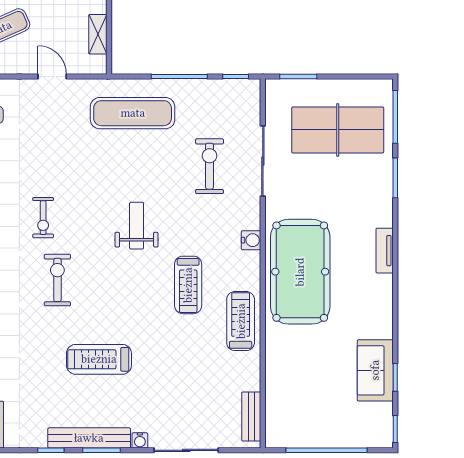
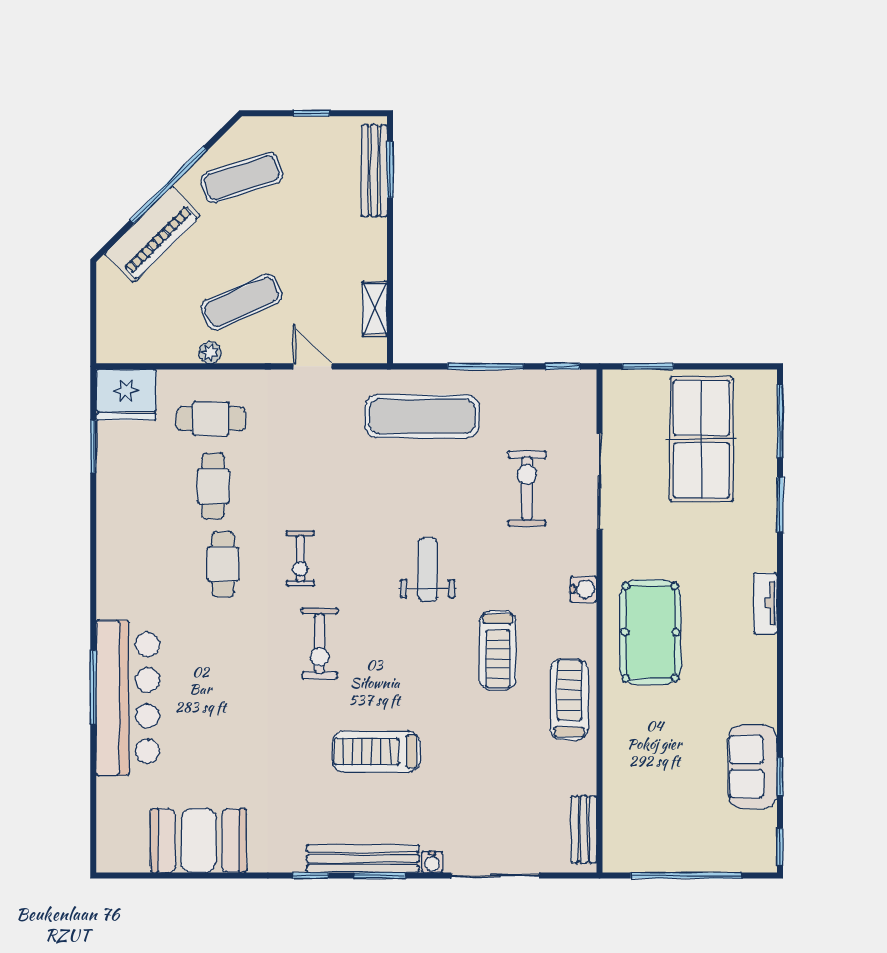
table tennis table: (338, 130) -> (701, 439), turned 90
pool table: (300, 272) -> (650, 632), width x0.73, depth x0.76
exercise bike: (57, 280) -> (320, 643), turned 180

